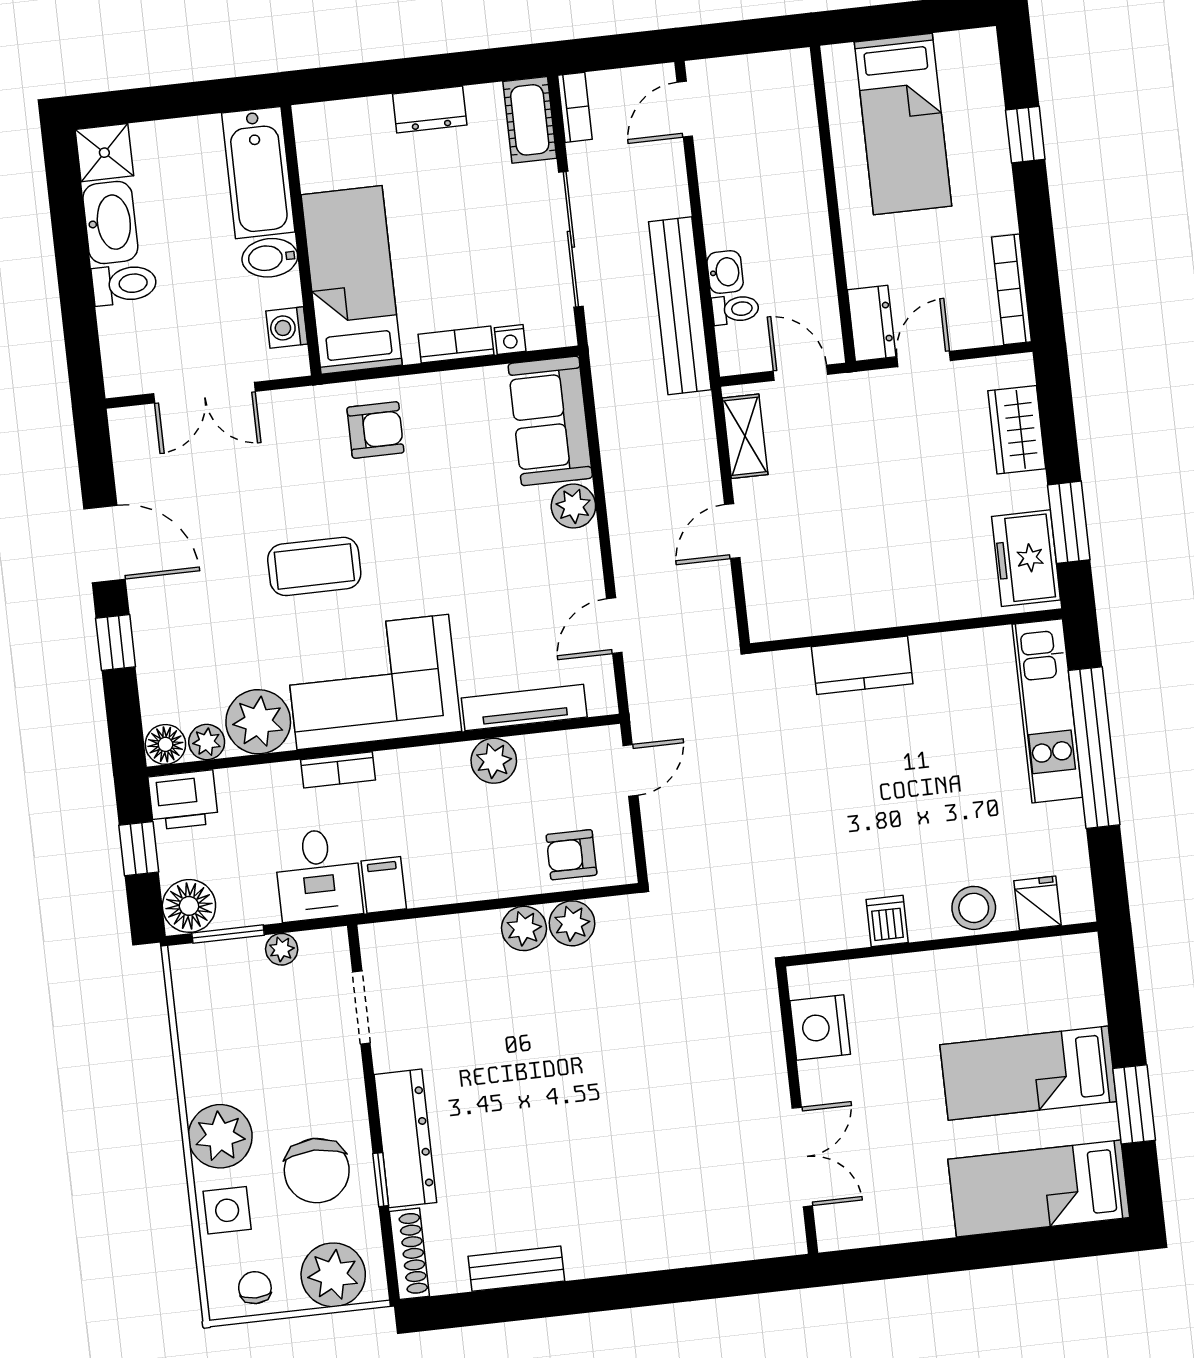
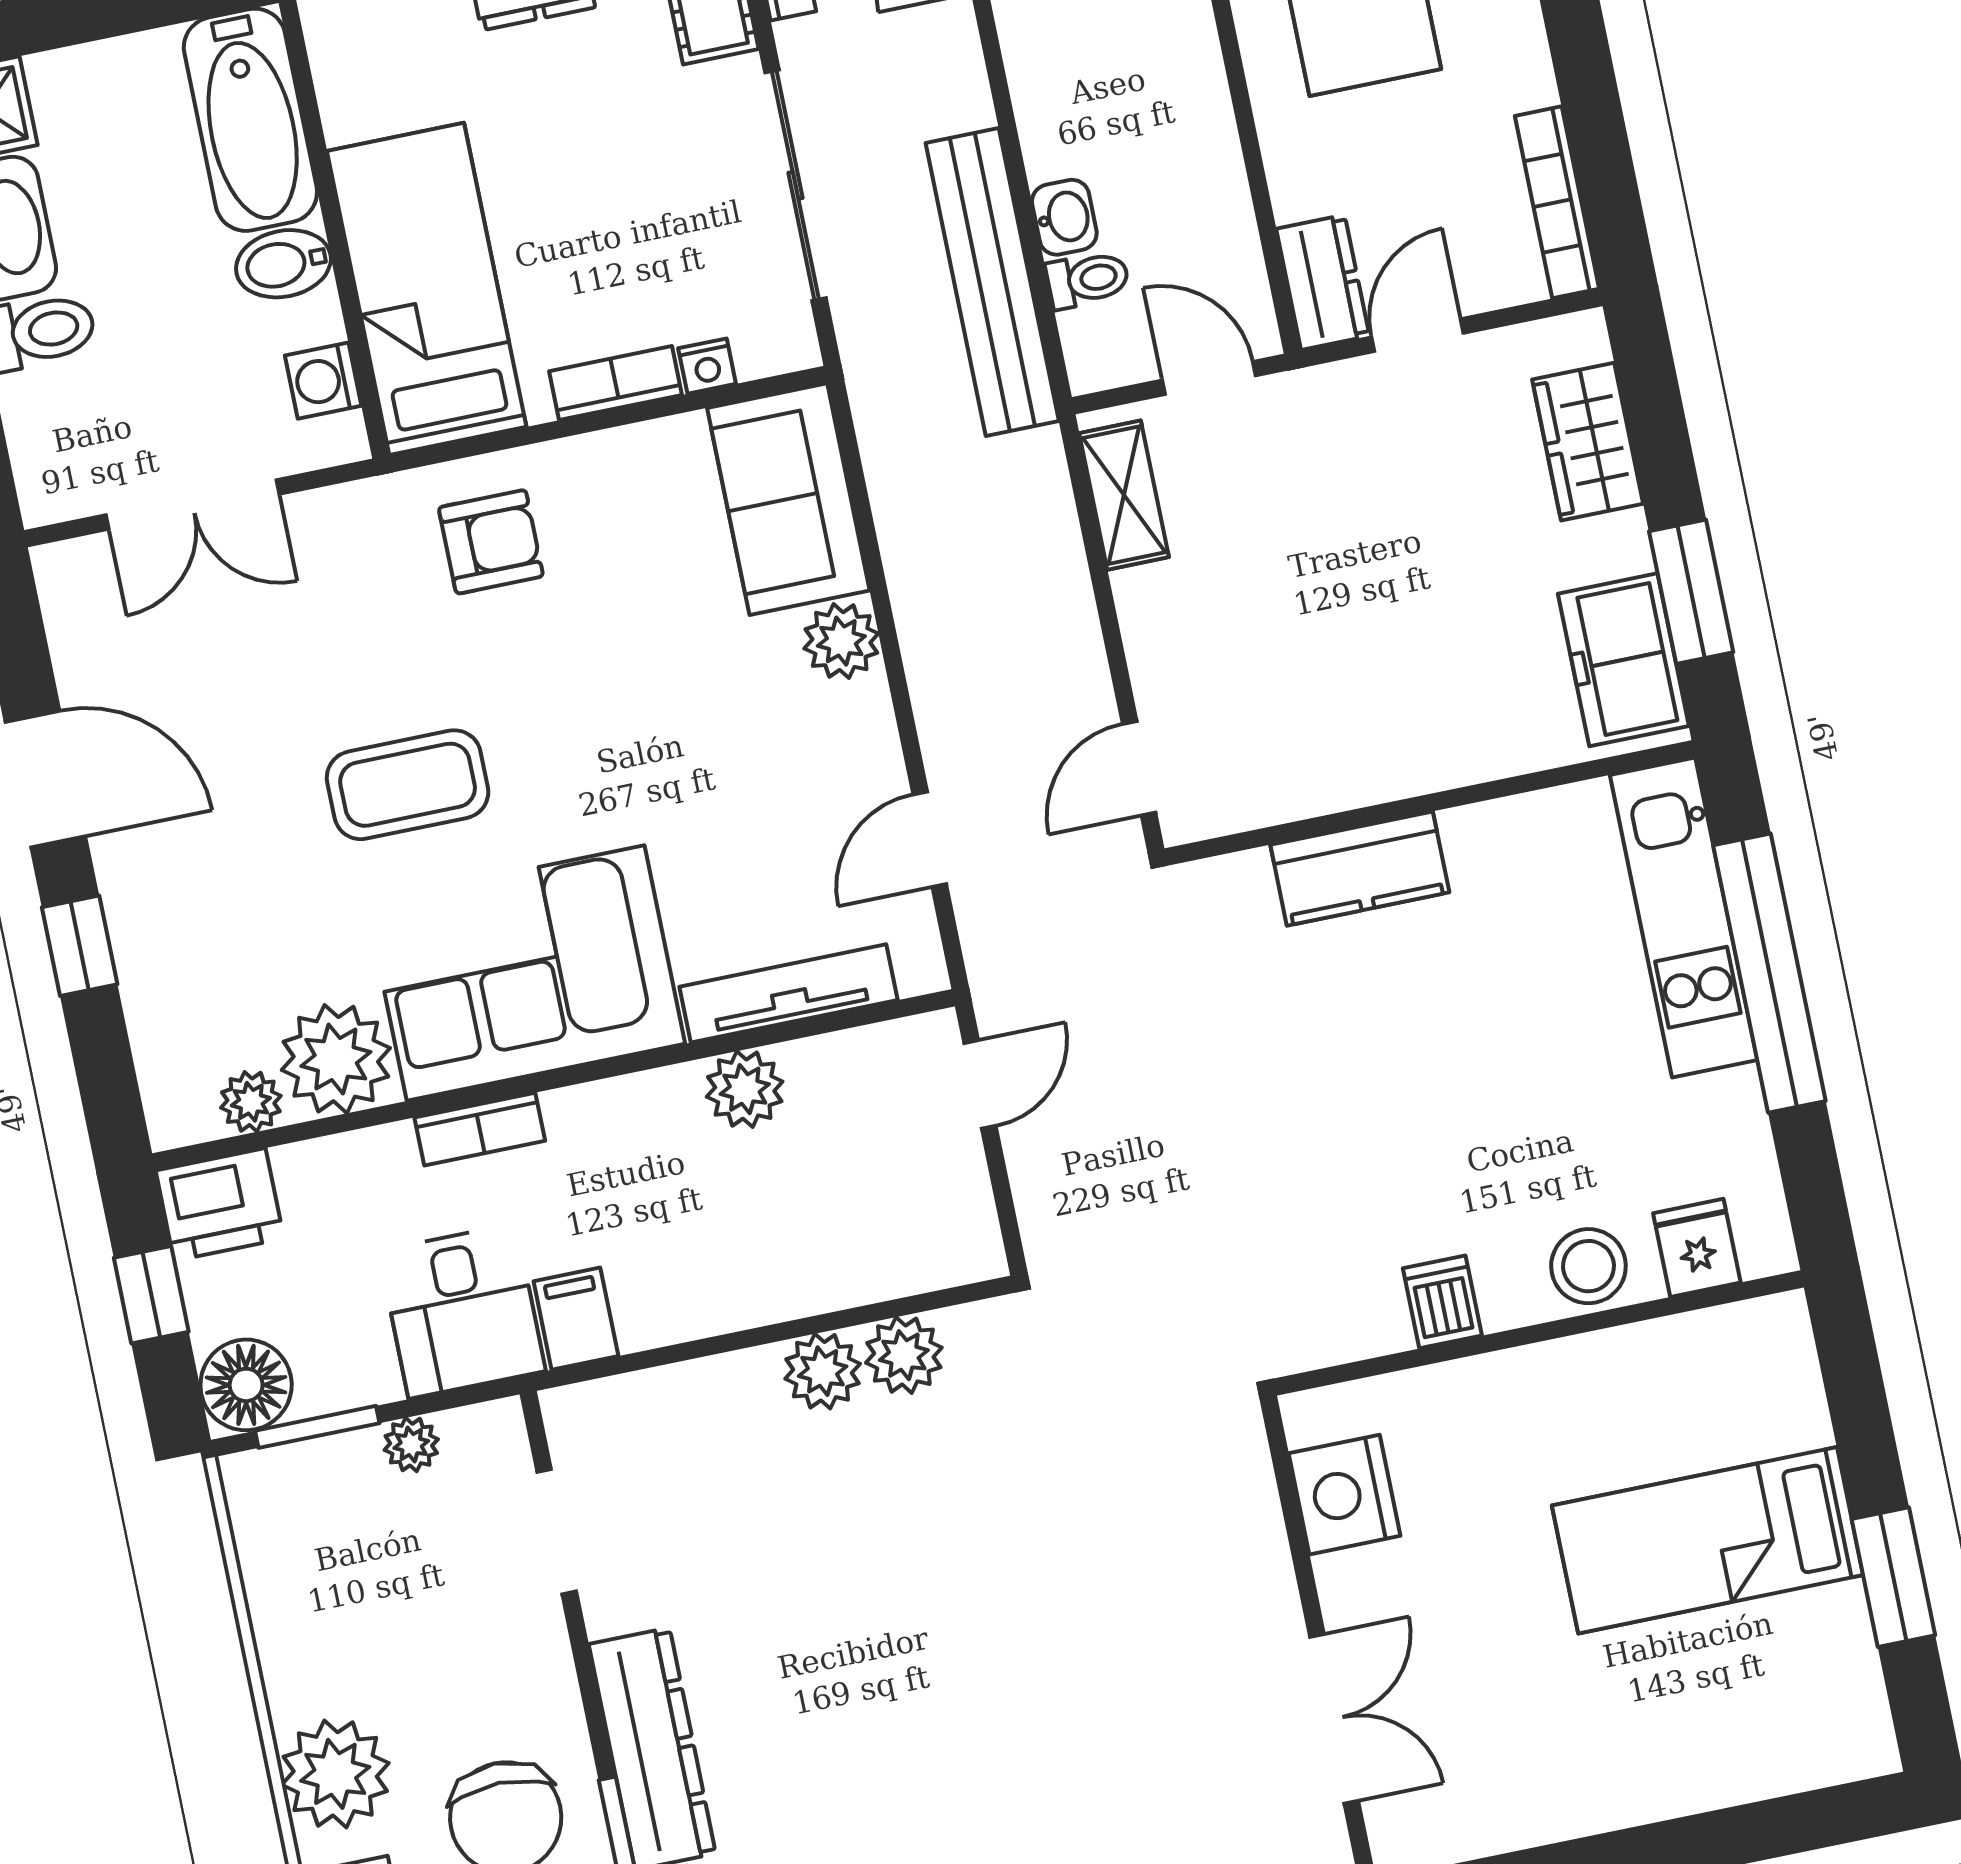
door: (732, 531) -> (1139, 768), moved
floor lamp: (165, 744) -> (181, 1112), removed
armchair: (571, 855) -> (892, 1238), removed
bed: (1039, 1188) -> (1743, 1736), removed

